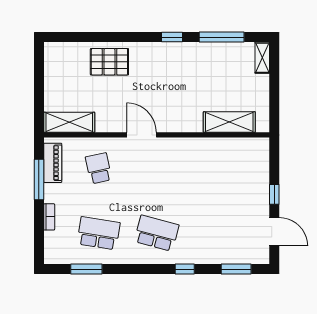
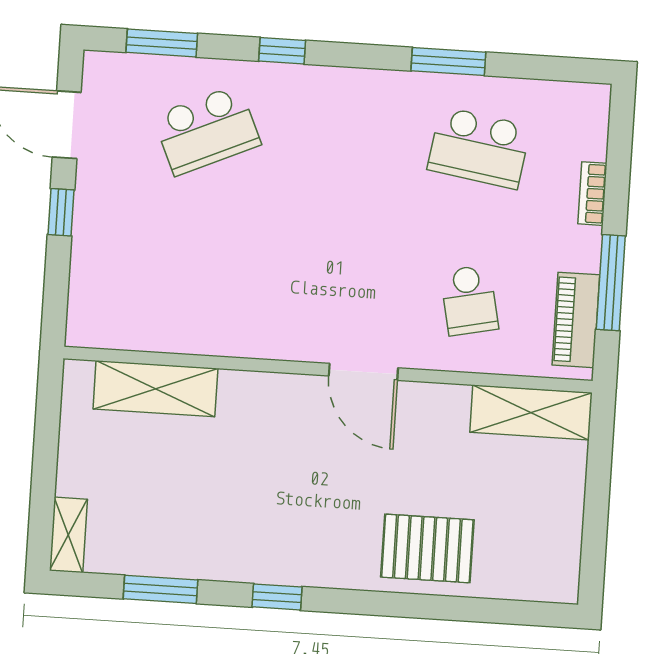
window: (222, 37) -> (160, 589), width x0.69
school desk: (157, 233) -> (207, 130), moved, turned -39
window: (86, 269) -> (448, 61), moved

